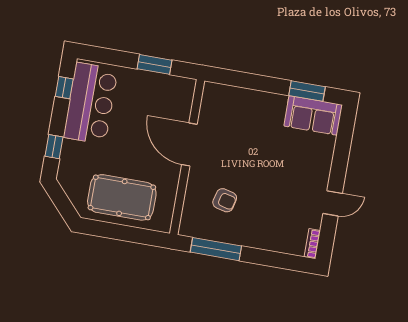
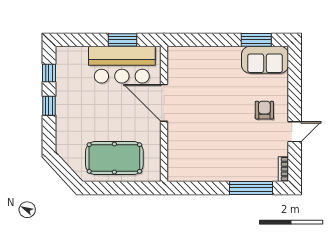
bar counter: (91, 103) -> (122, 65), moved, turned 90
window: (54, 147) -> (49, 106), moved
armchair: (225, 200) -> (264, 110), moved, turned -104
window: (216, 249) -> (251, 188), moved

